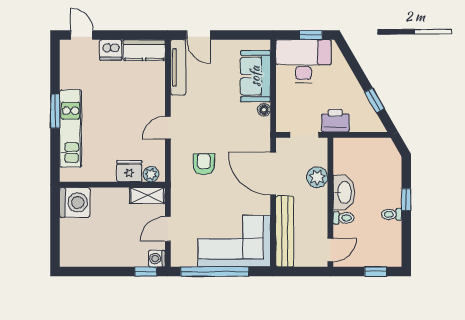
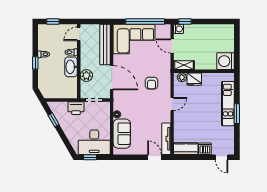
door: (168, 229) -> (172, 46), swing flipped

